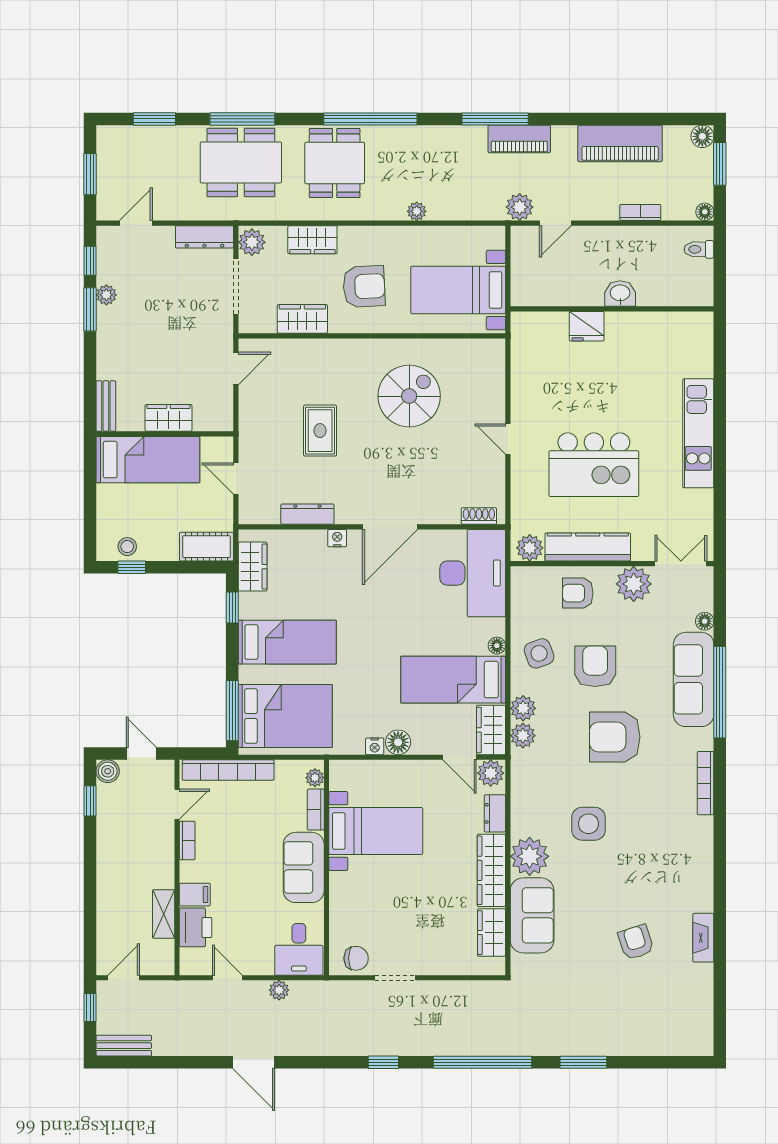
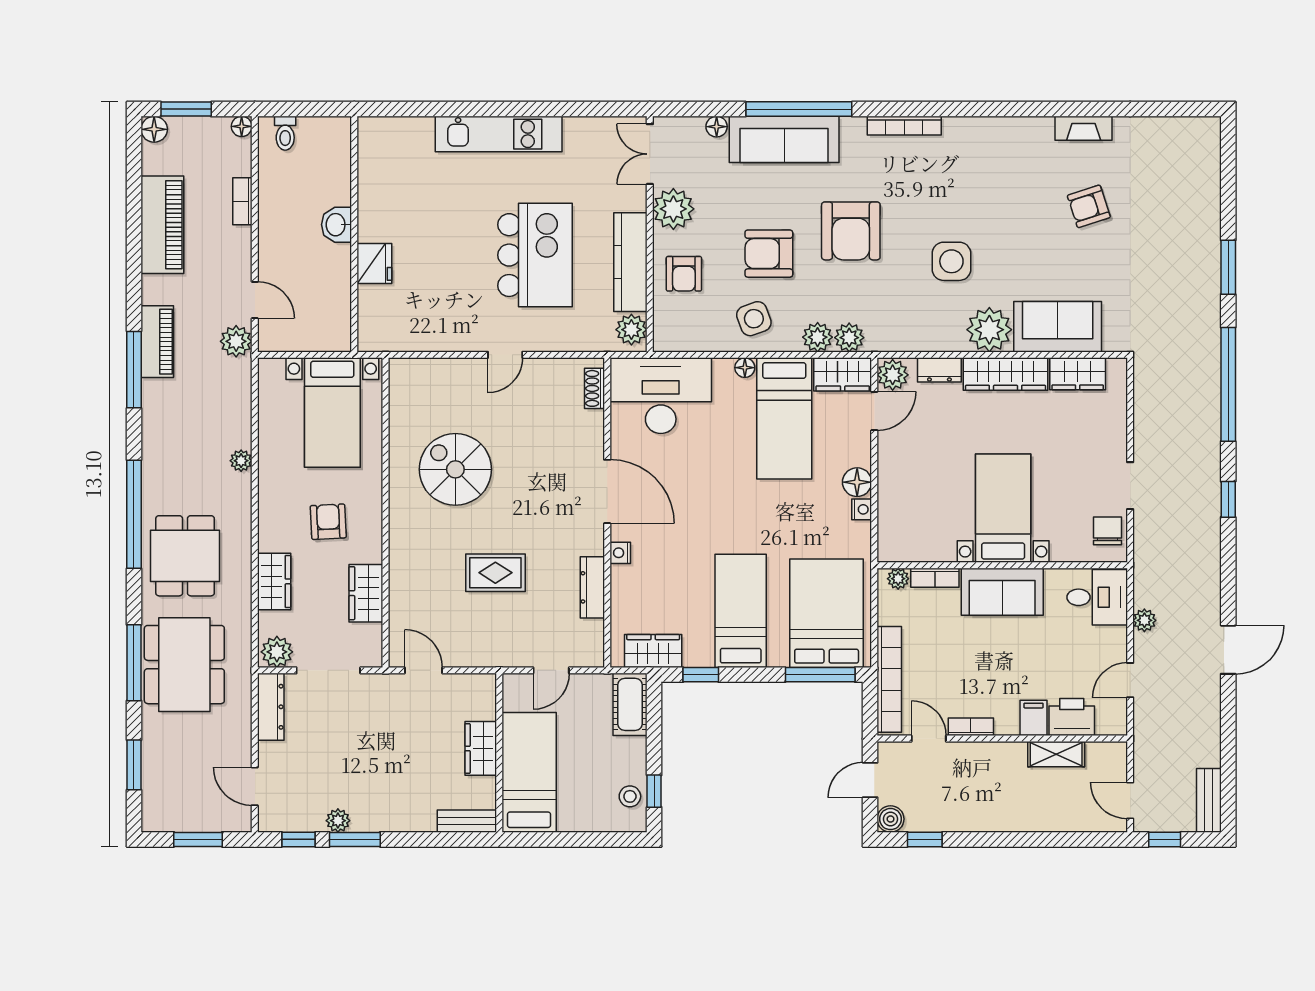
dining table: (335, 163) -> (185, 556), turned 90
armchair: (364, 286) -> (328, 522), width x0.72, depth x0.72
bed with nightstands: (376, 831) -> (1003, 508), moved

